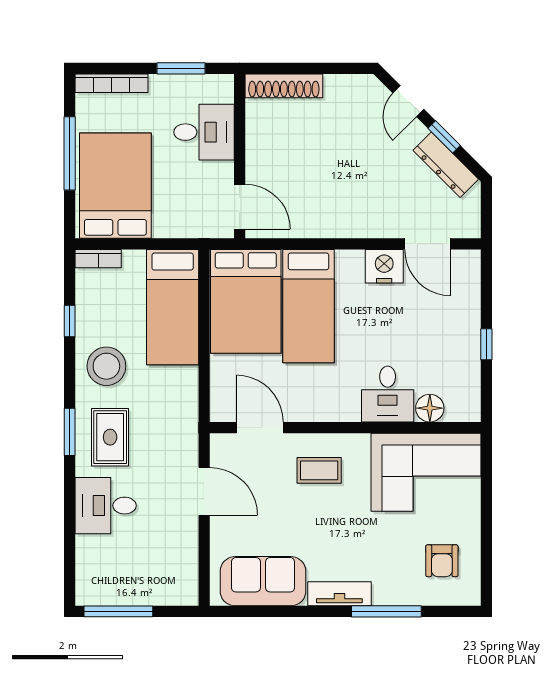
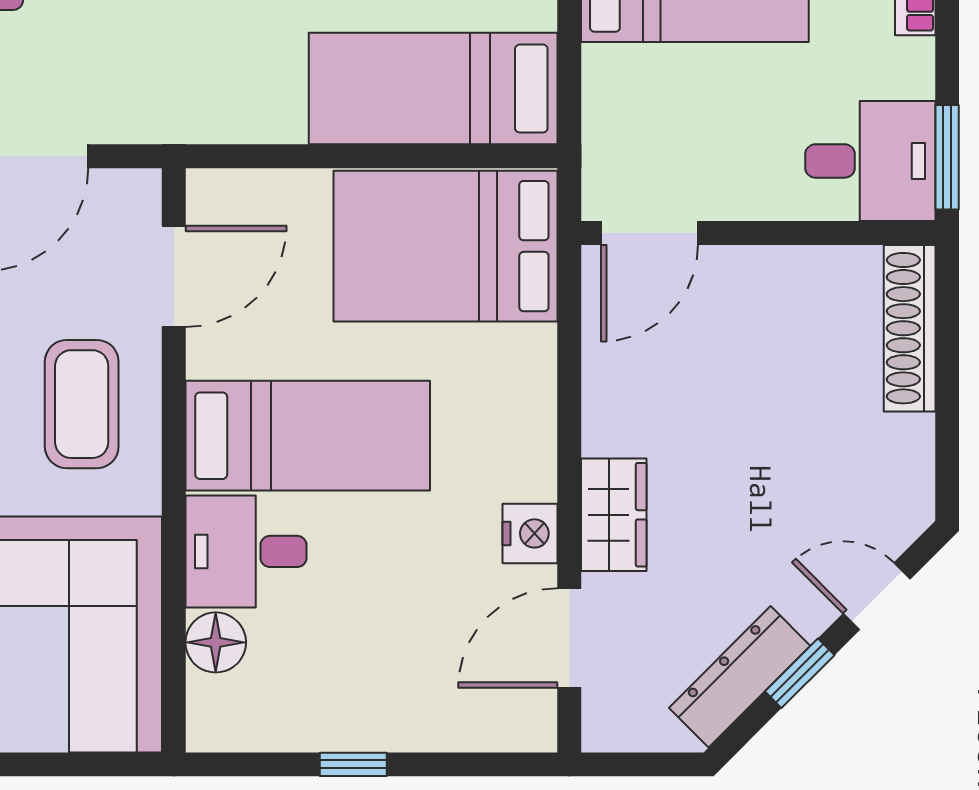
window: (181, 68) -> (947, 157), moved
desk: (204, 132) -> (870, 161), moved, turned -90
wardrobe: (371, 223) -> (614, 515), added
nightstand: (384, 266) -> (530, 533), width x0.74, depth x0.75
bed: (309, 306) -> (308, 436), moved, turned 180
coffee table: (319, 470) -> (82, 404), width x1.36, depth x1.30

